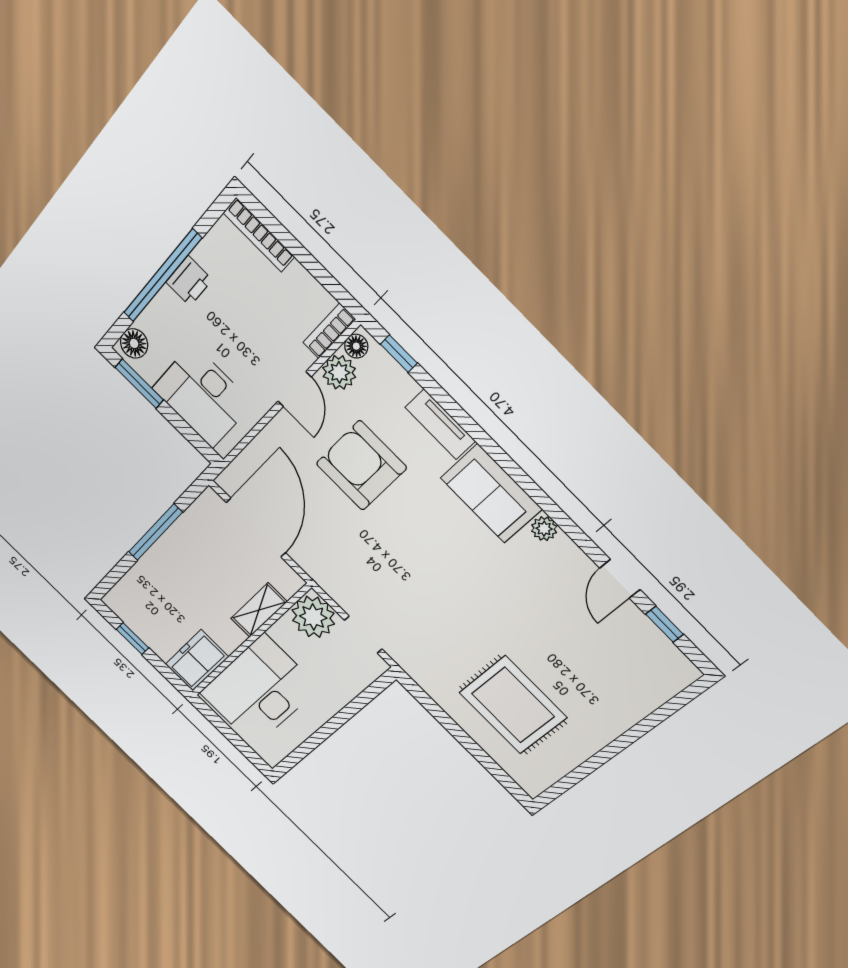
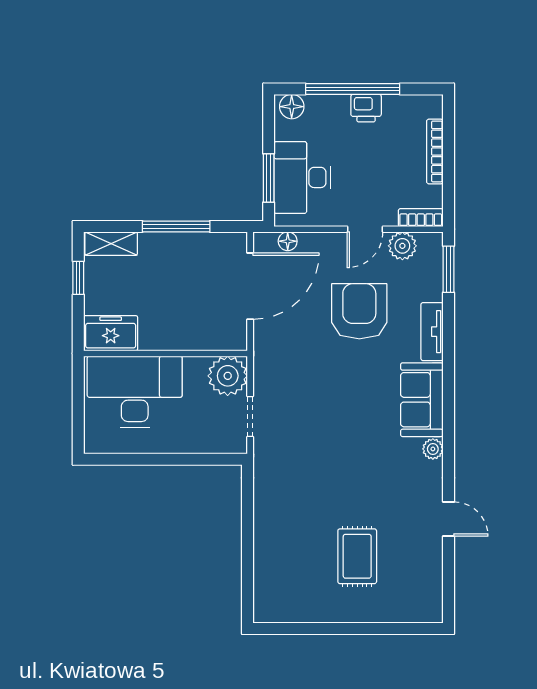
bookcase: (259, 235) -> (435, 151), moved
floor lamp: (356, 346) -> (288, 241), moved
window: (399, 354) -> (448, 269), width x1.50
window: (139, 384) -> (269, 178), moved
door: (620, 579) -> (448, 519), swing flipped
shelving: (259, 610) -> (111, 244), moved
window: (664, 624) -> (448, 570), removed
rug: (513, 705) -> (357, 556), moved, width x0.73, depth x0.70

